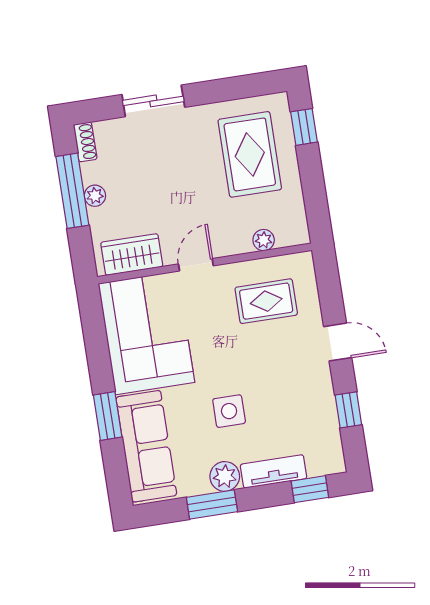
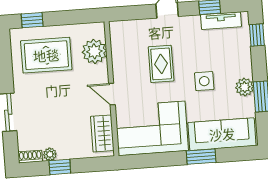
window: (72, 191) -> (60, 167), width x0.46
plant: (95, 196) -> (50, 154), moved
plant: (264, 240) -> (94, 51), width x1.88, depth x1.88
rug: (266, 301) -> (161, 64), moved
tv unit: (274, 471) -> (221, 21), moved, turned -90

